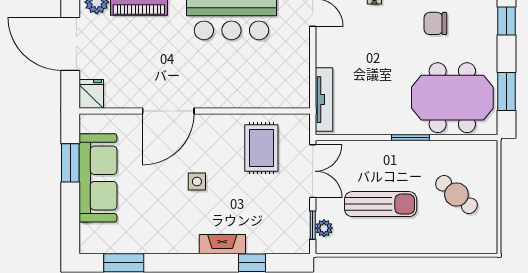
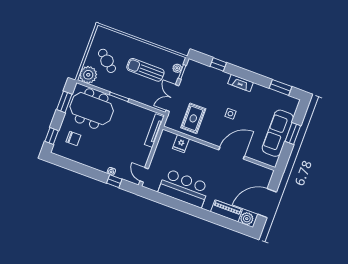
chair: (435, 23) -> (73, 139), moved
door: (70, 44) -> (267, 203), swing flipped
fridge: (91, 94) -> (181, 144), moved
plant: (481, 157) -> (88, 75), added
window: (70, 163) -> (293, 134), moved
fireplace: (222, 244) -> (241, 83), moved

